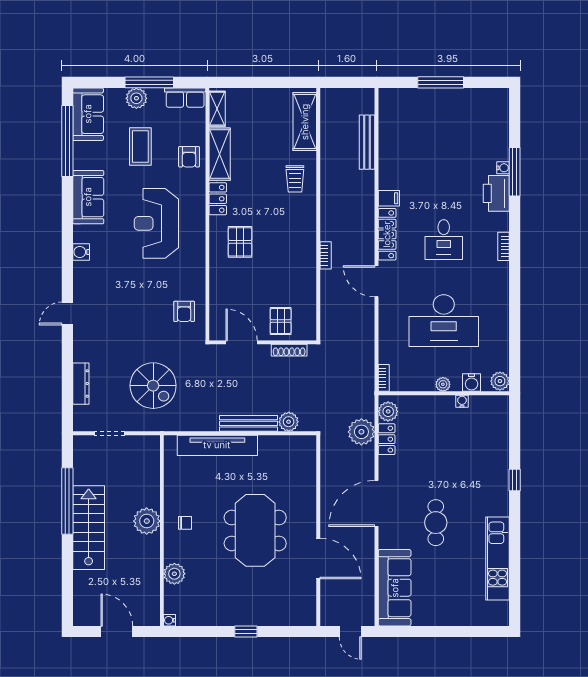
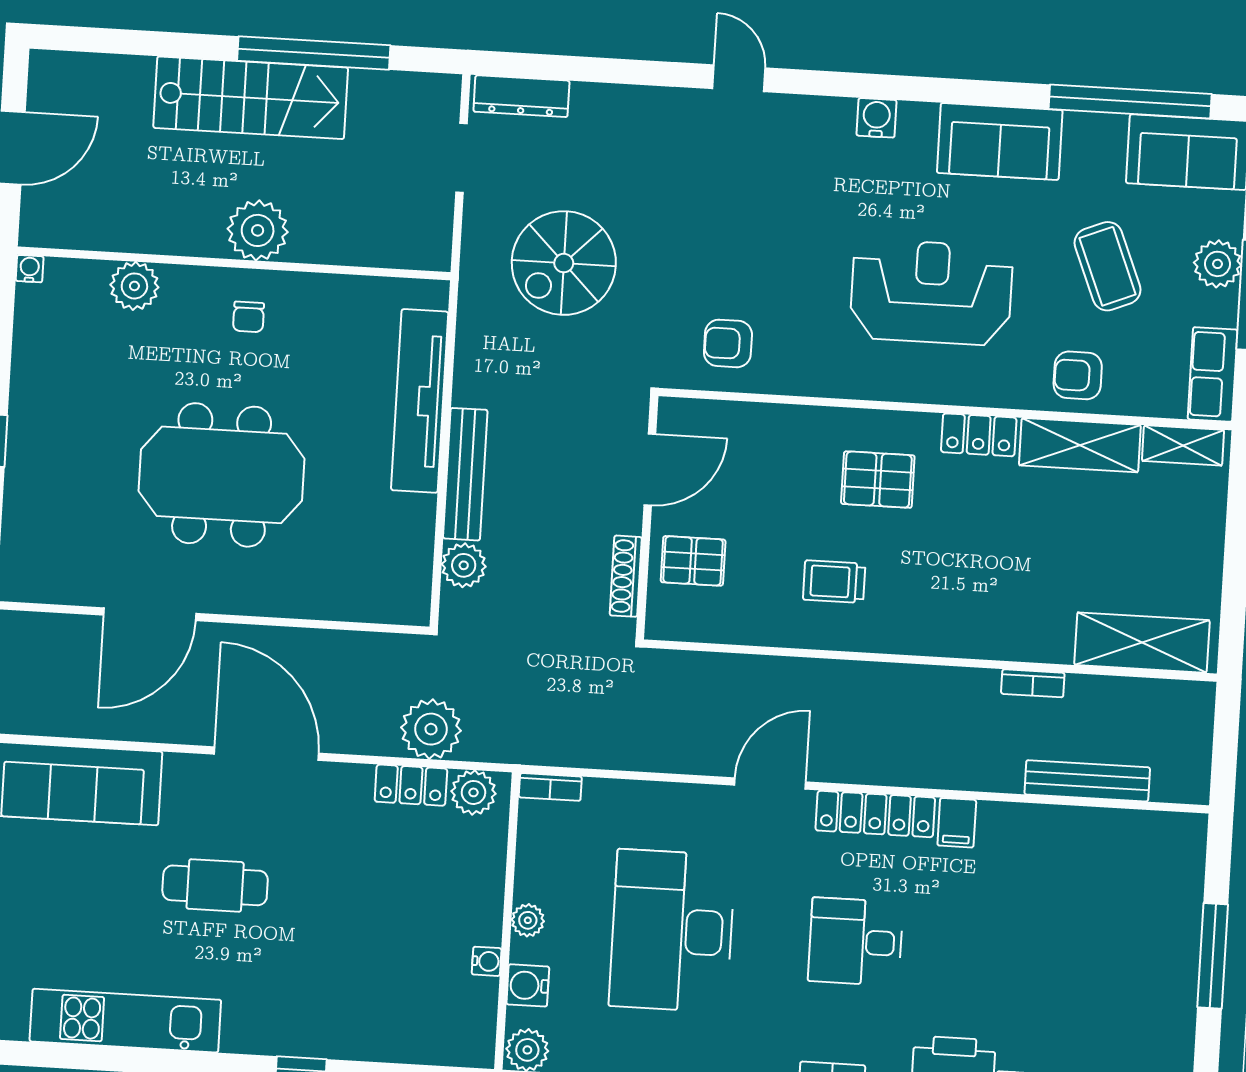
coffee table: (140, 147) -> (1108, 266), turned 68
trolley: (295, 179) -> (834, 582), moved
bookcase: (326, 255) -> (1033, 683), moved
dresser: (81, 384) -> (521, 96), moved

